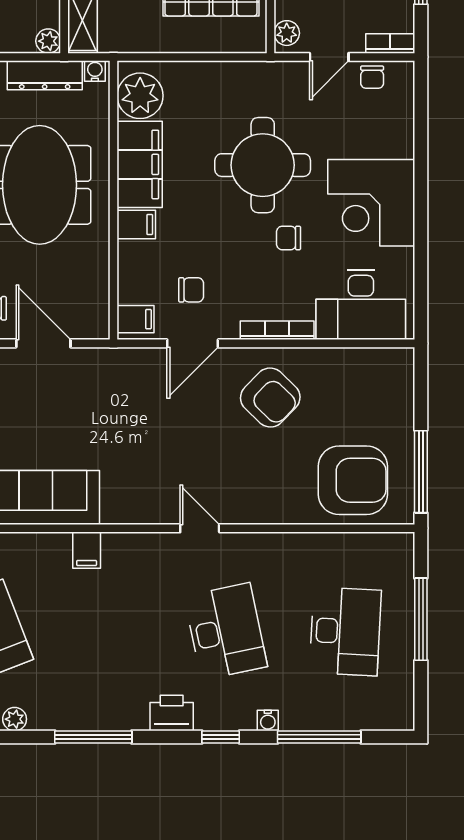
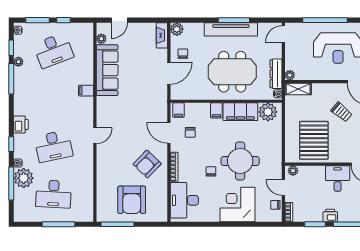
corner desk: (371, 203) -> (238, 204), moved
armchair: (353, 480) -> (132, 200), moved
plant: (305, 706) -> (24, 178), added
window: (93, 737) -> (11, 79), moved

